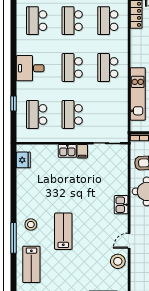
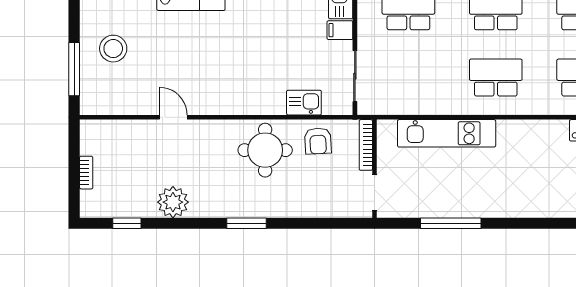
kitchen sink: (121, 205) -> (304, 103), moved
stool: (118, 261) -> (113, 49), moved

